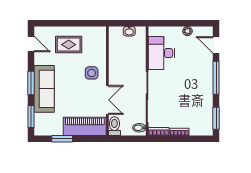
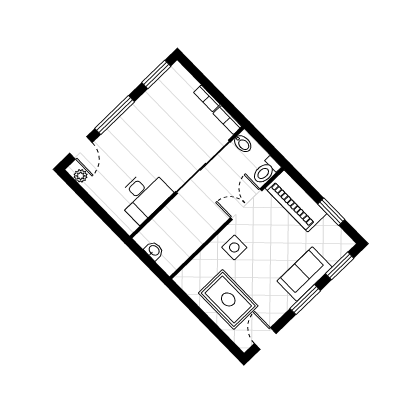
plant: (187, 31) -> (81, 176), moved
rug: (69, 45) -> (228, 299), width x1.36, depth x1.43
sofa: (44, 89) -> (305, 274), width x0.73

